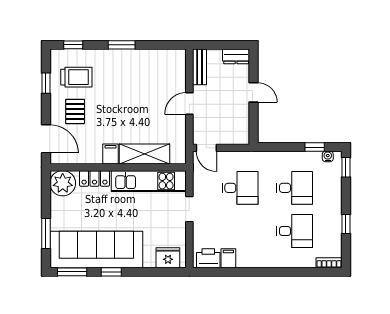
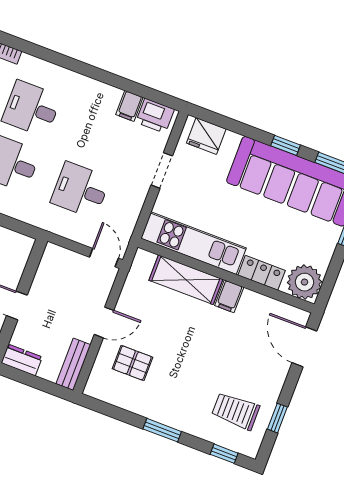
pallet: (75, 112) -> (132, 363), moved, turned 90
doorway: (189, 209) -> (162, 170), moved

